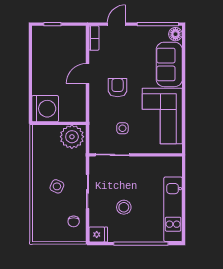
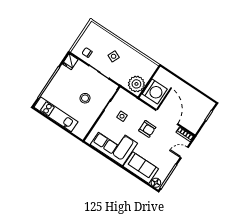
door: (116, 24) -> (184, 153), swing flipped
door: (88, 74) -> (167, 117), width x1.88
washing machine: (45, 109) -> (155, 91), moved, turned -90
stool: (124, 207) -> (85, 98), moved

